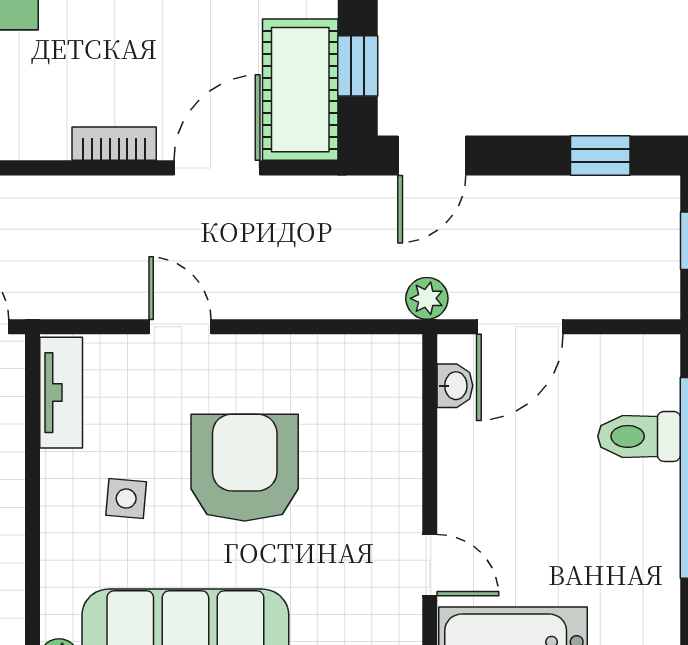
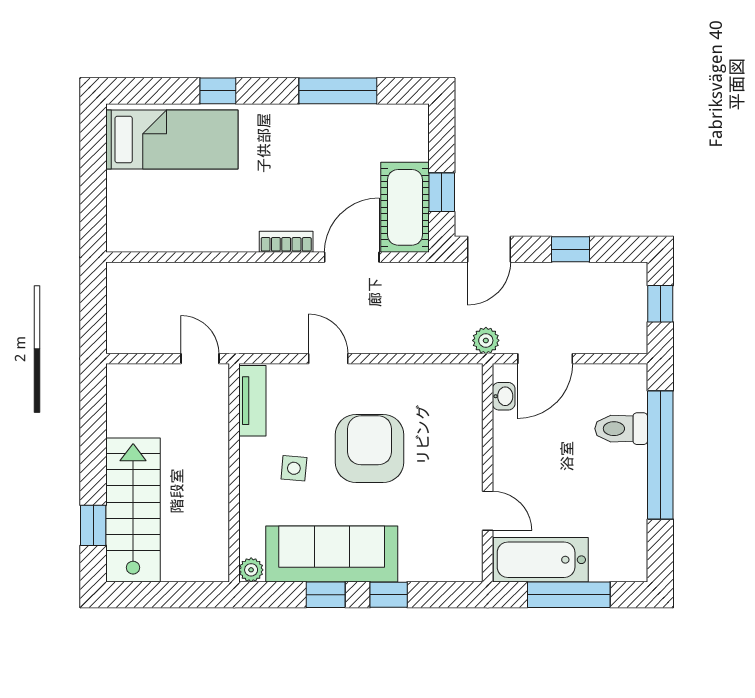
window: (600, 155) -> (570, 249), moved

